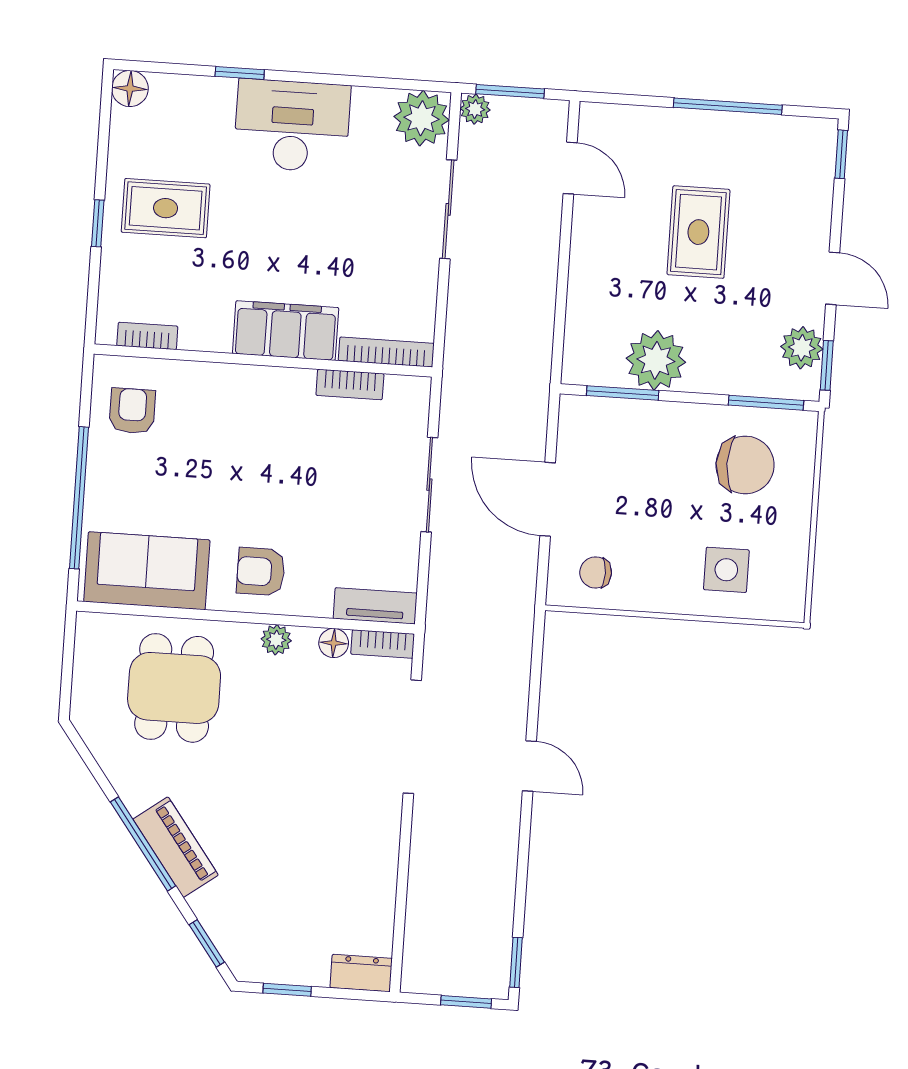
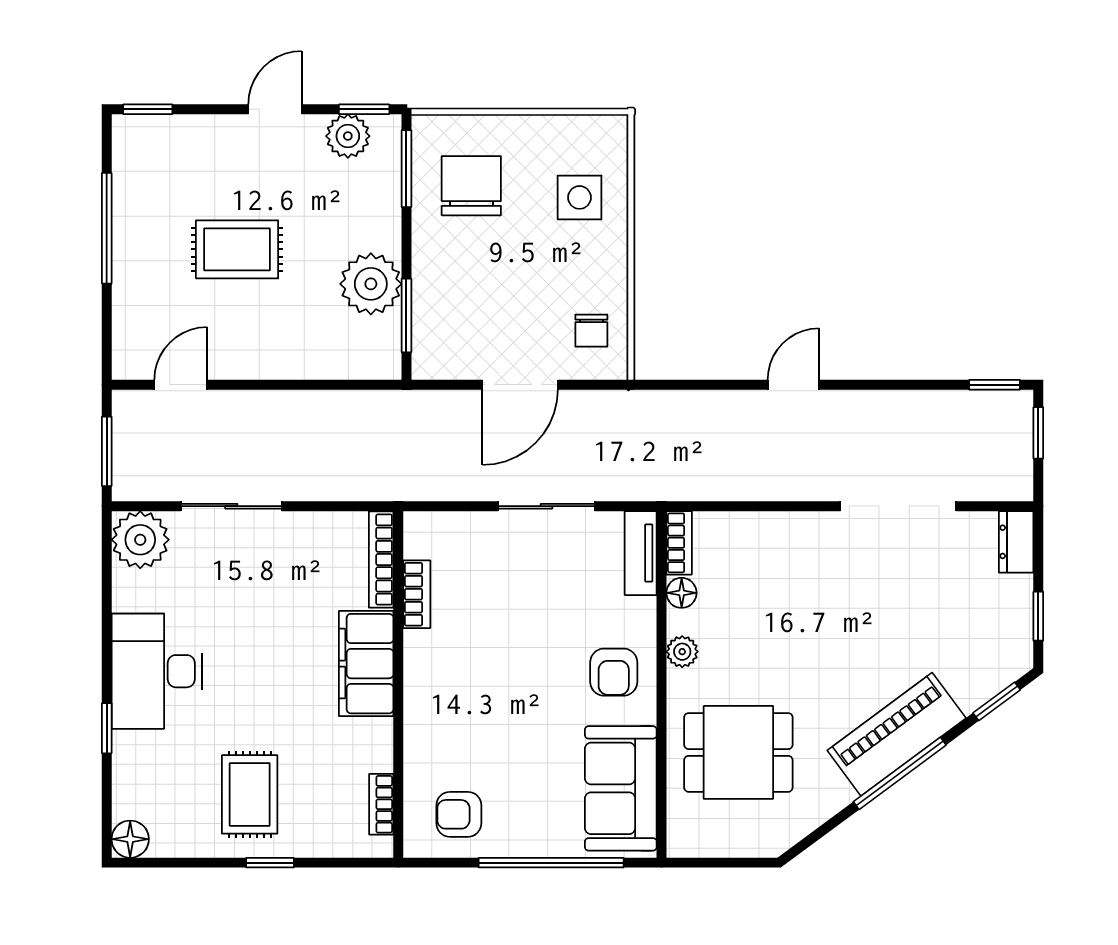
plant: (475, 109) -> (127, 486), removed
sliding door: (429, 485) -> (546, 506), moved
doorway: (412, 737) -> (898, 506), moved
piano: (176, 847) -> (897, 734), width x1.37, depth x1.33

